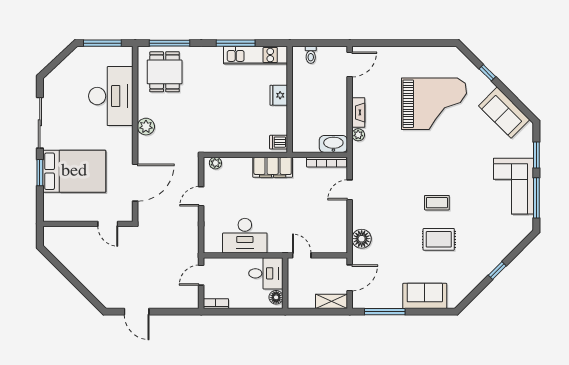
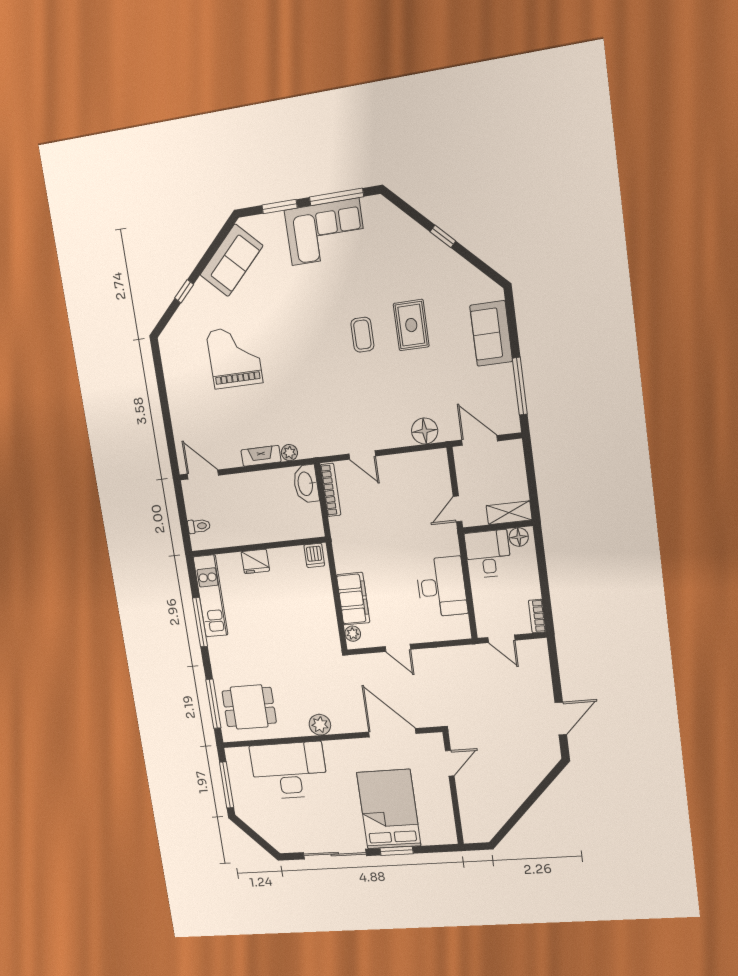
grand piano: (434, 104) -> (235, 357), width x0.73, depth x0.68
filing cabinet: (273, 167) -> (353, 599), moved
shelving: (332, 301) -> (509, 513), moved, turned 90

